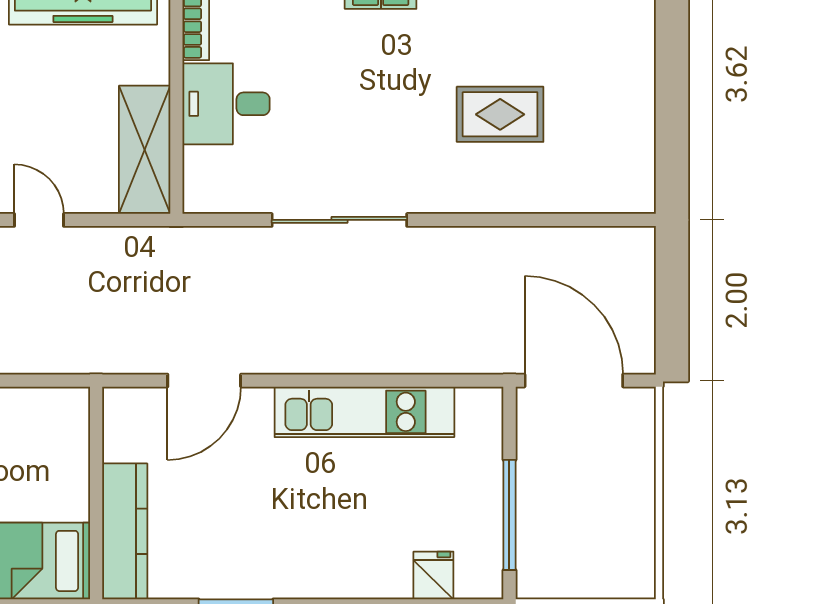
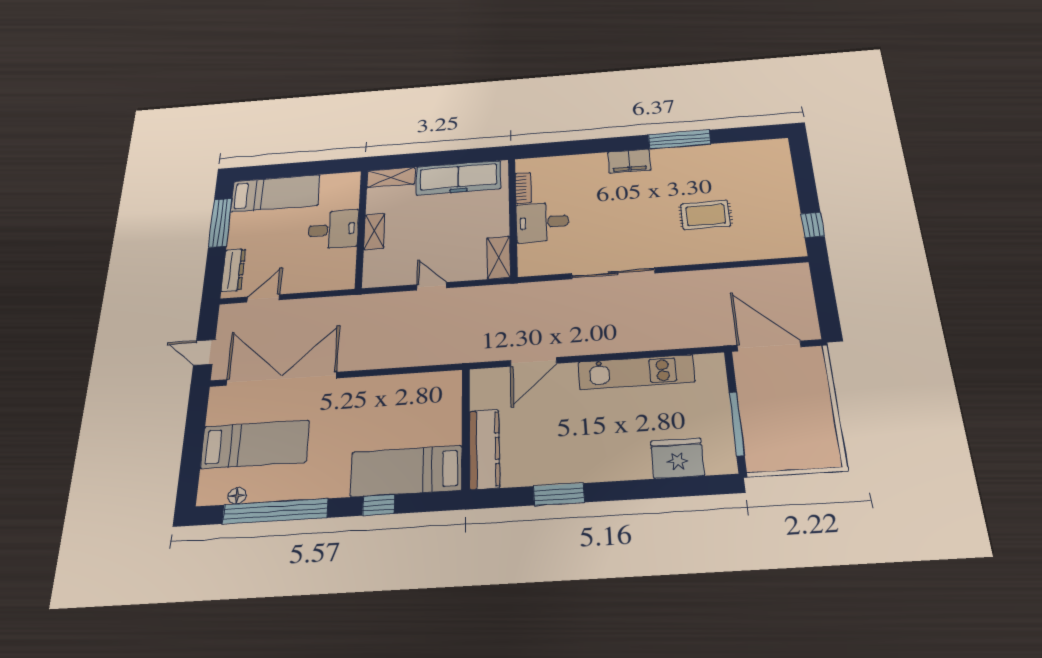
shelving: (145, 150) -> (499, 258), width x0.67, depth x0.75
window: (672, 151) -> (813, 225), added
fridge: (433, 575) -> (677, 458), width x1.88, depth x1.34

